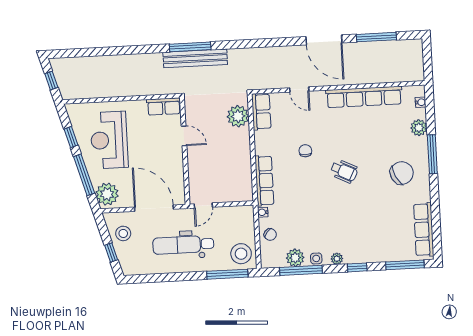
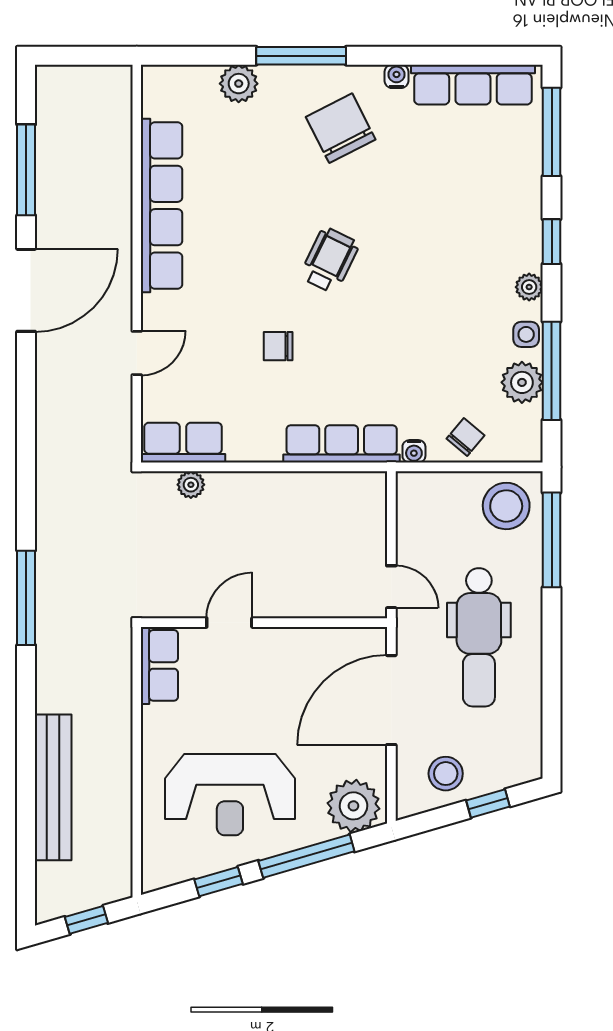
bench: (195, 58) -> (53, 787), moved
water cooler: (421, 102) -> (397, 76), moved
plant: (238, 116) -> (191, 485), width x0.53, depth x0.53

